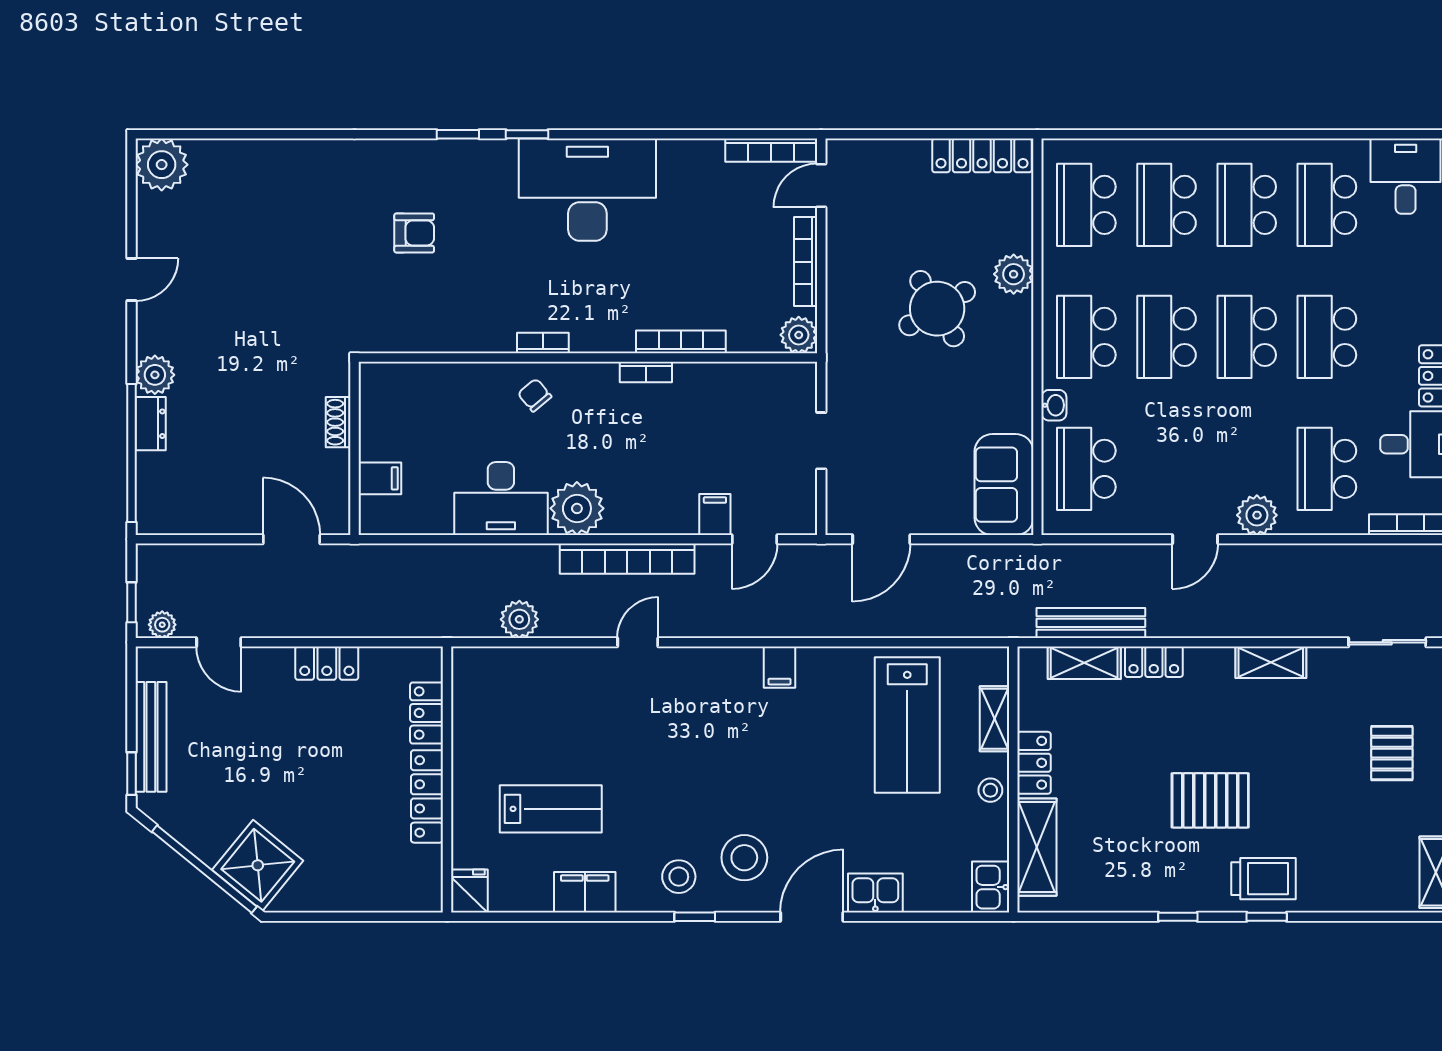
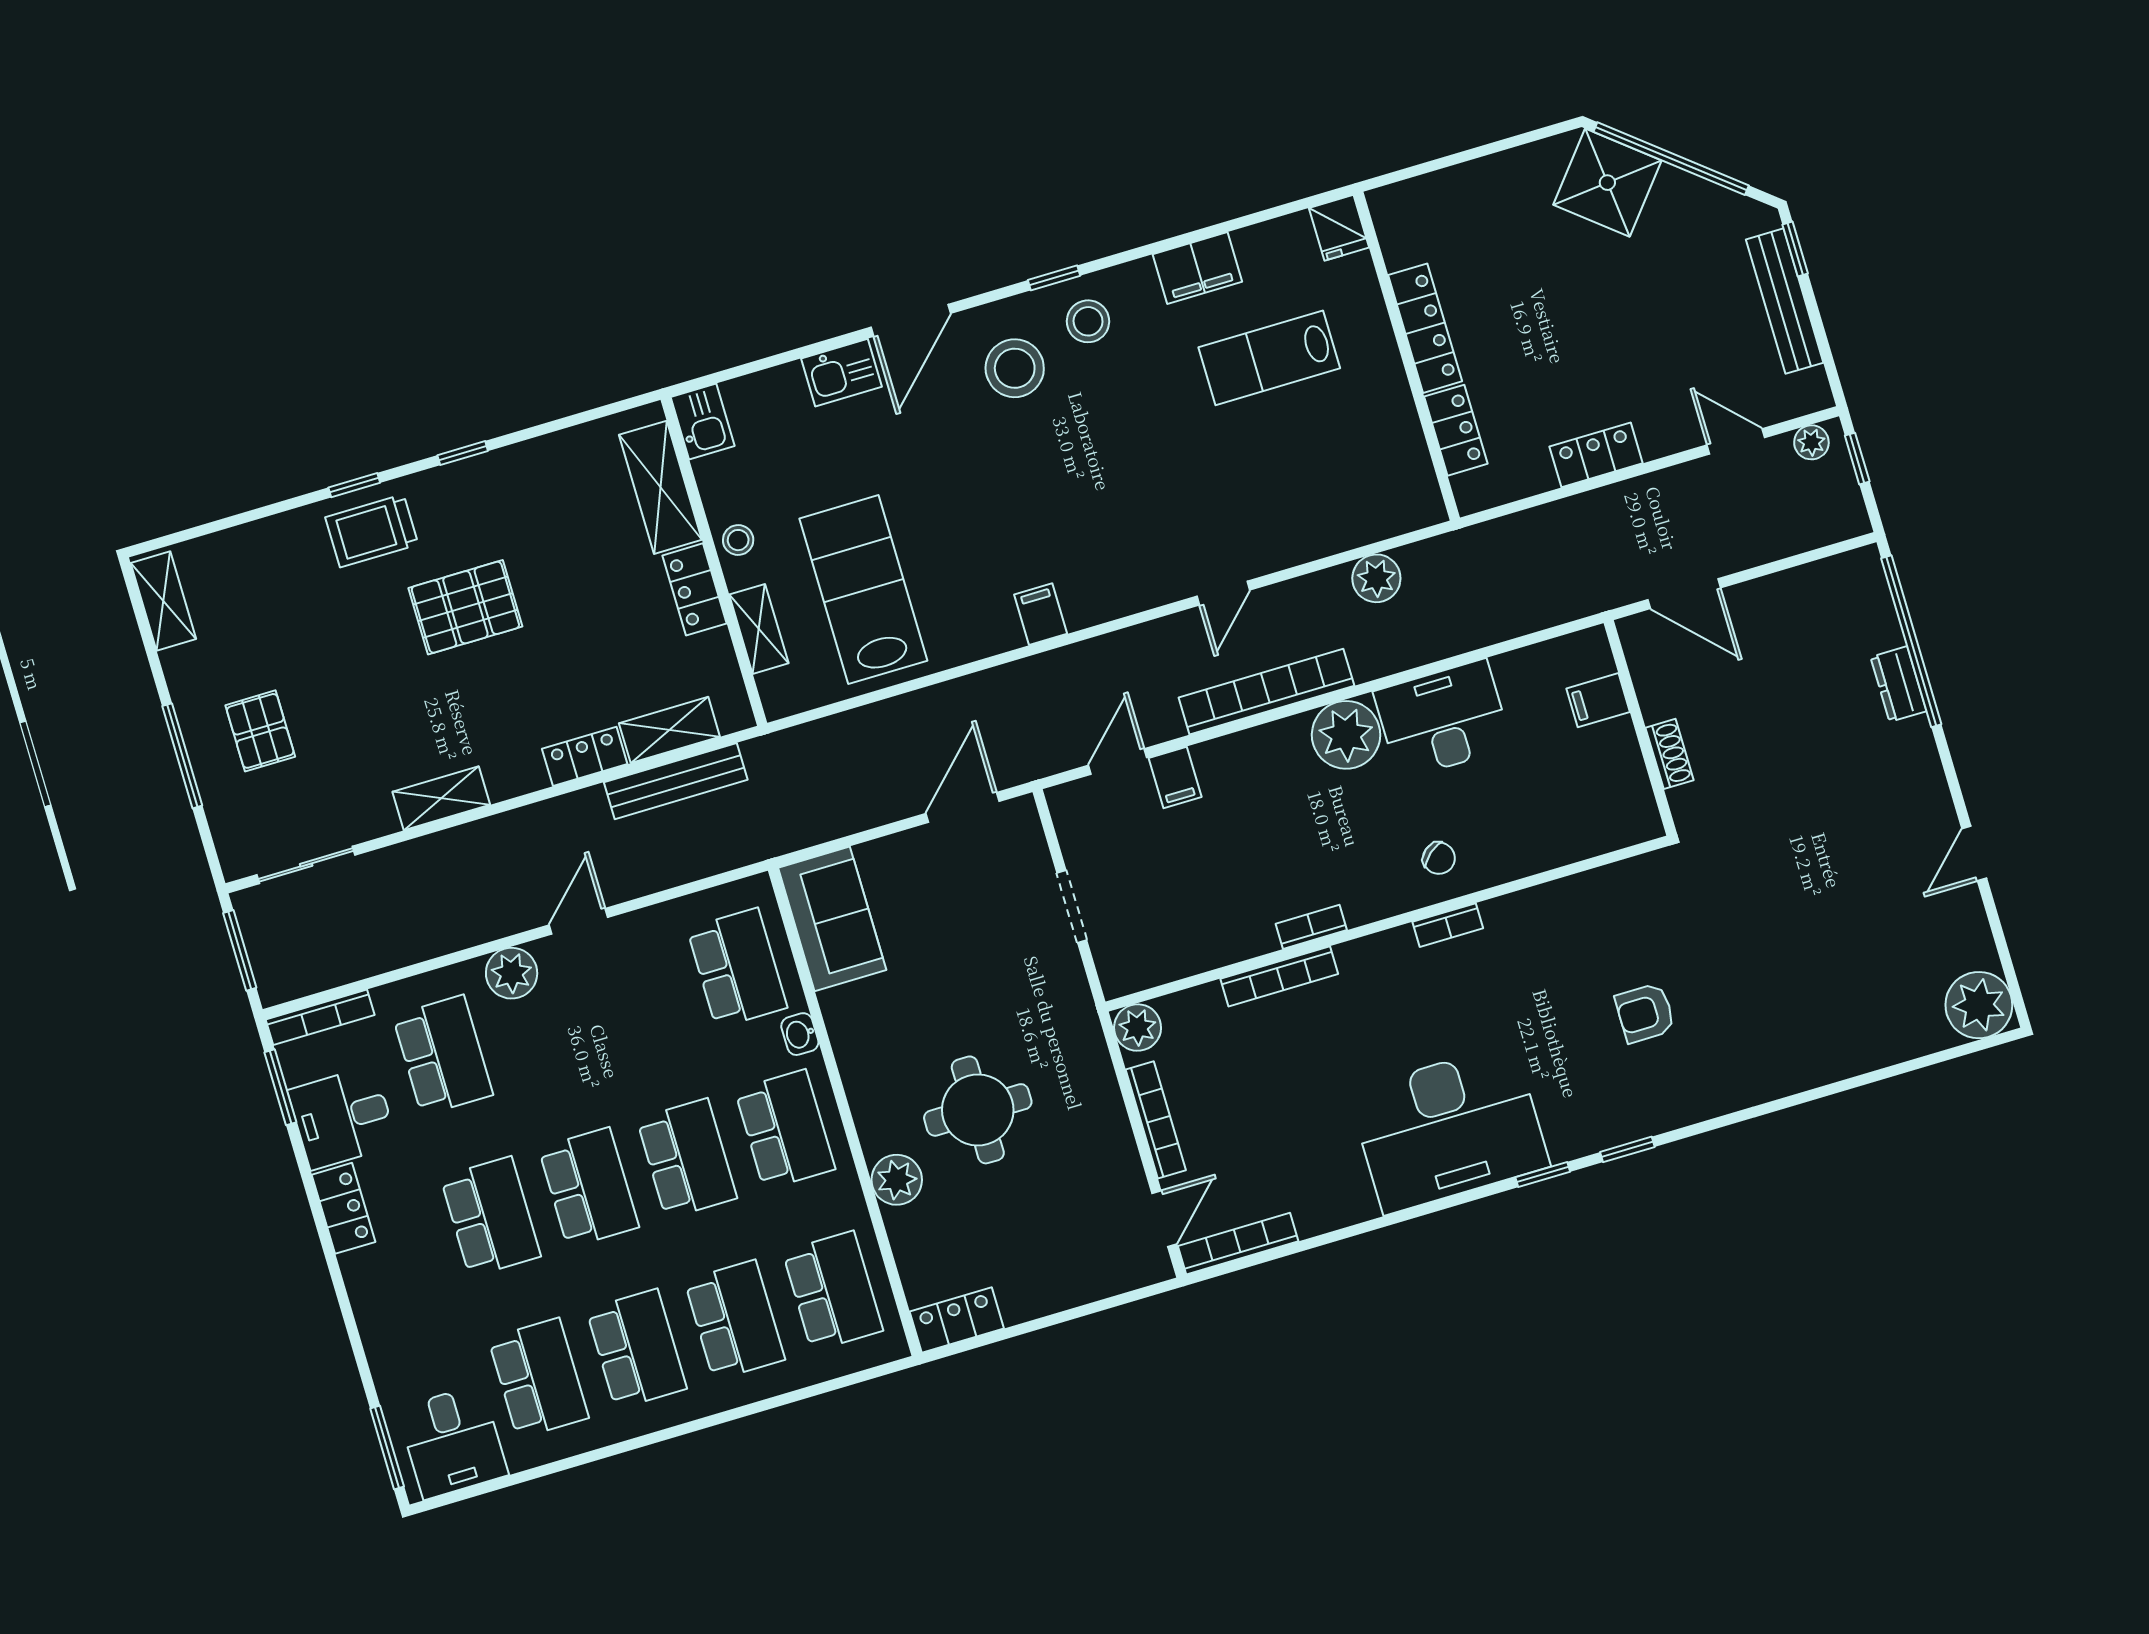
locker: (982, 155) -> (957, 1320), width x0.66
round table: (937, 309) -> (978, 1110), turned 31
plant: (155, 375) -> (1911, 745), removed

